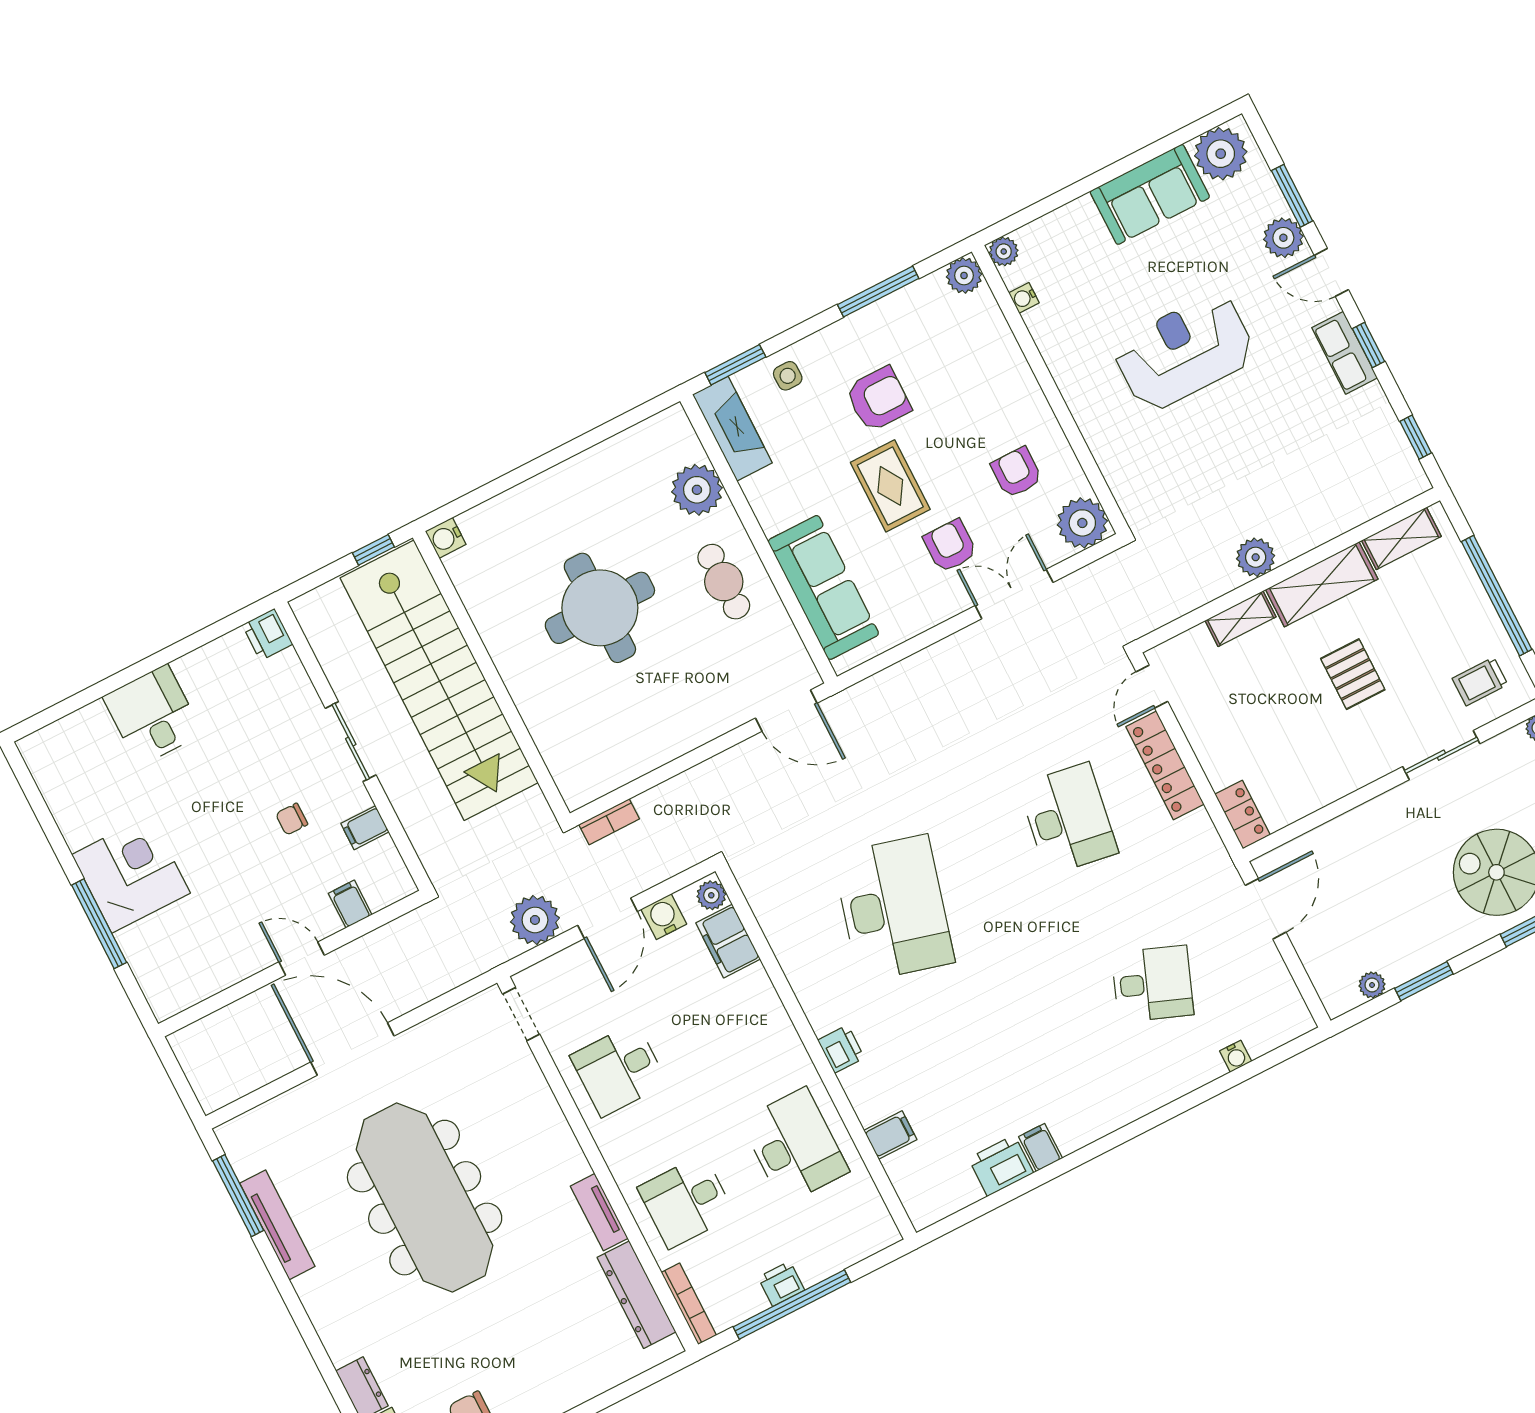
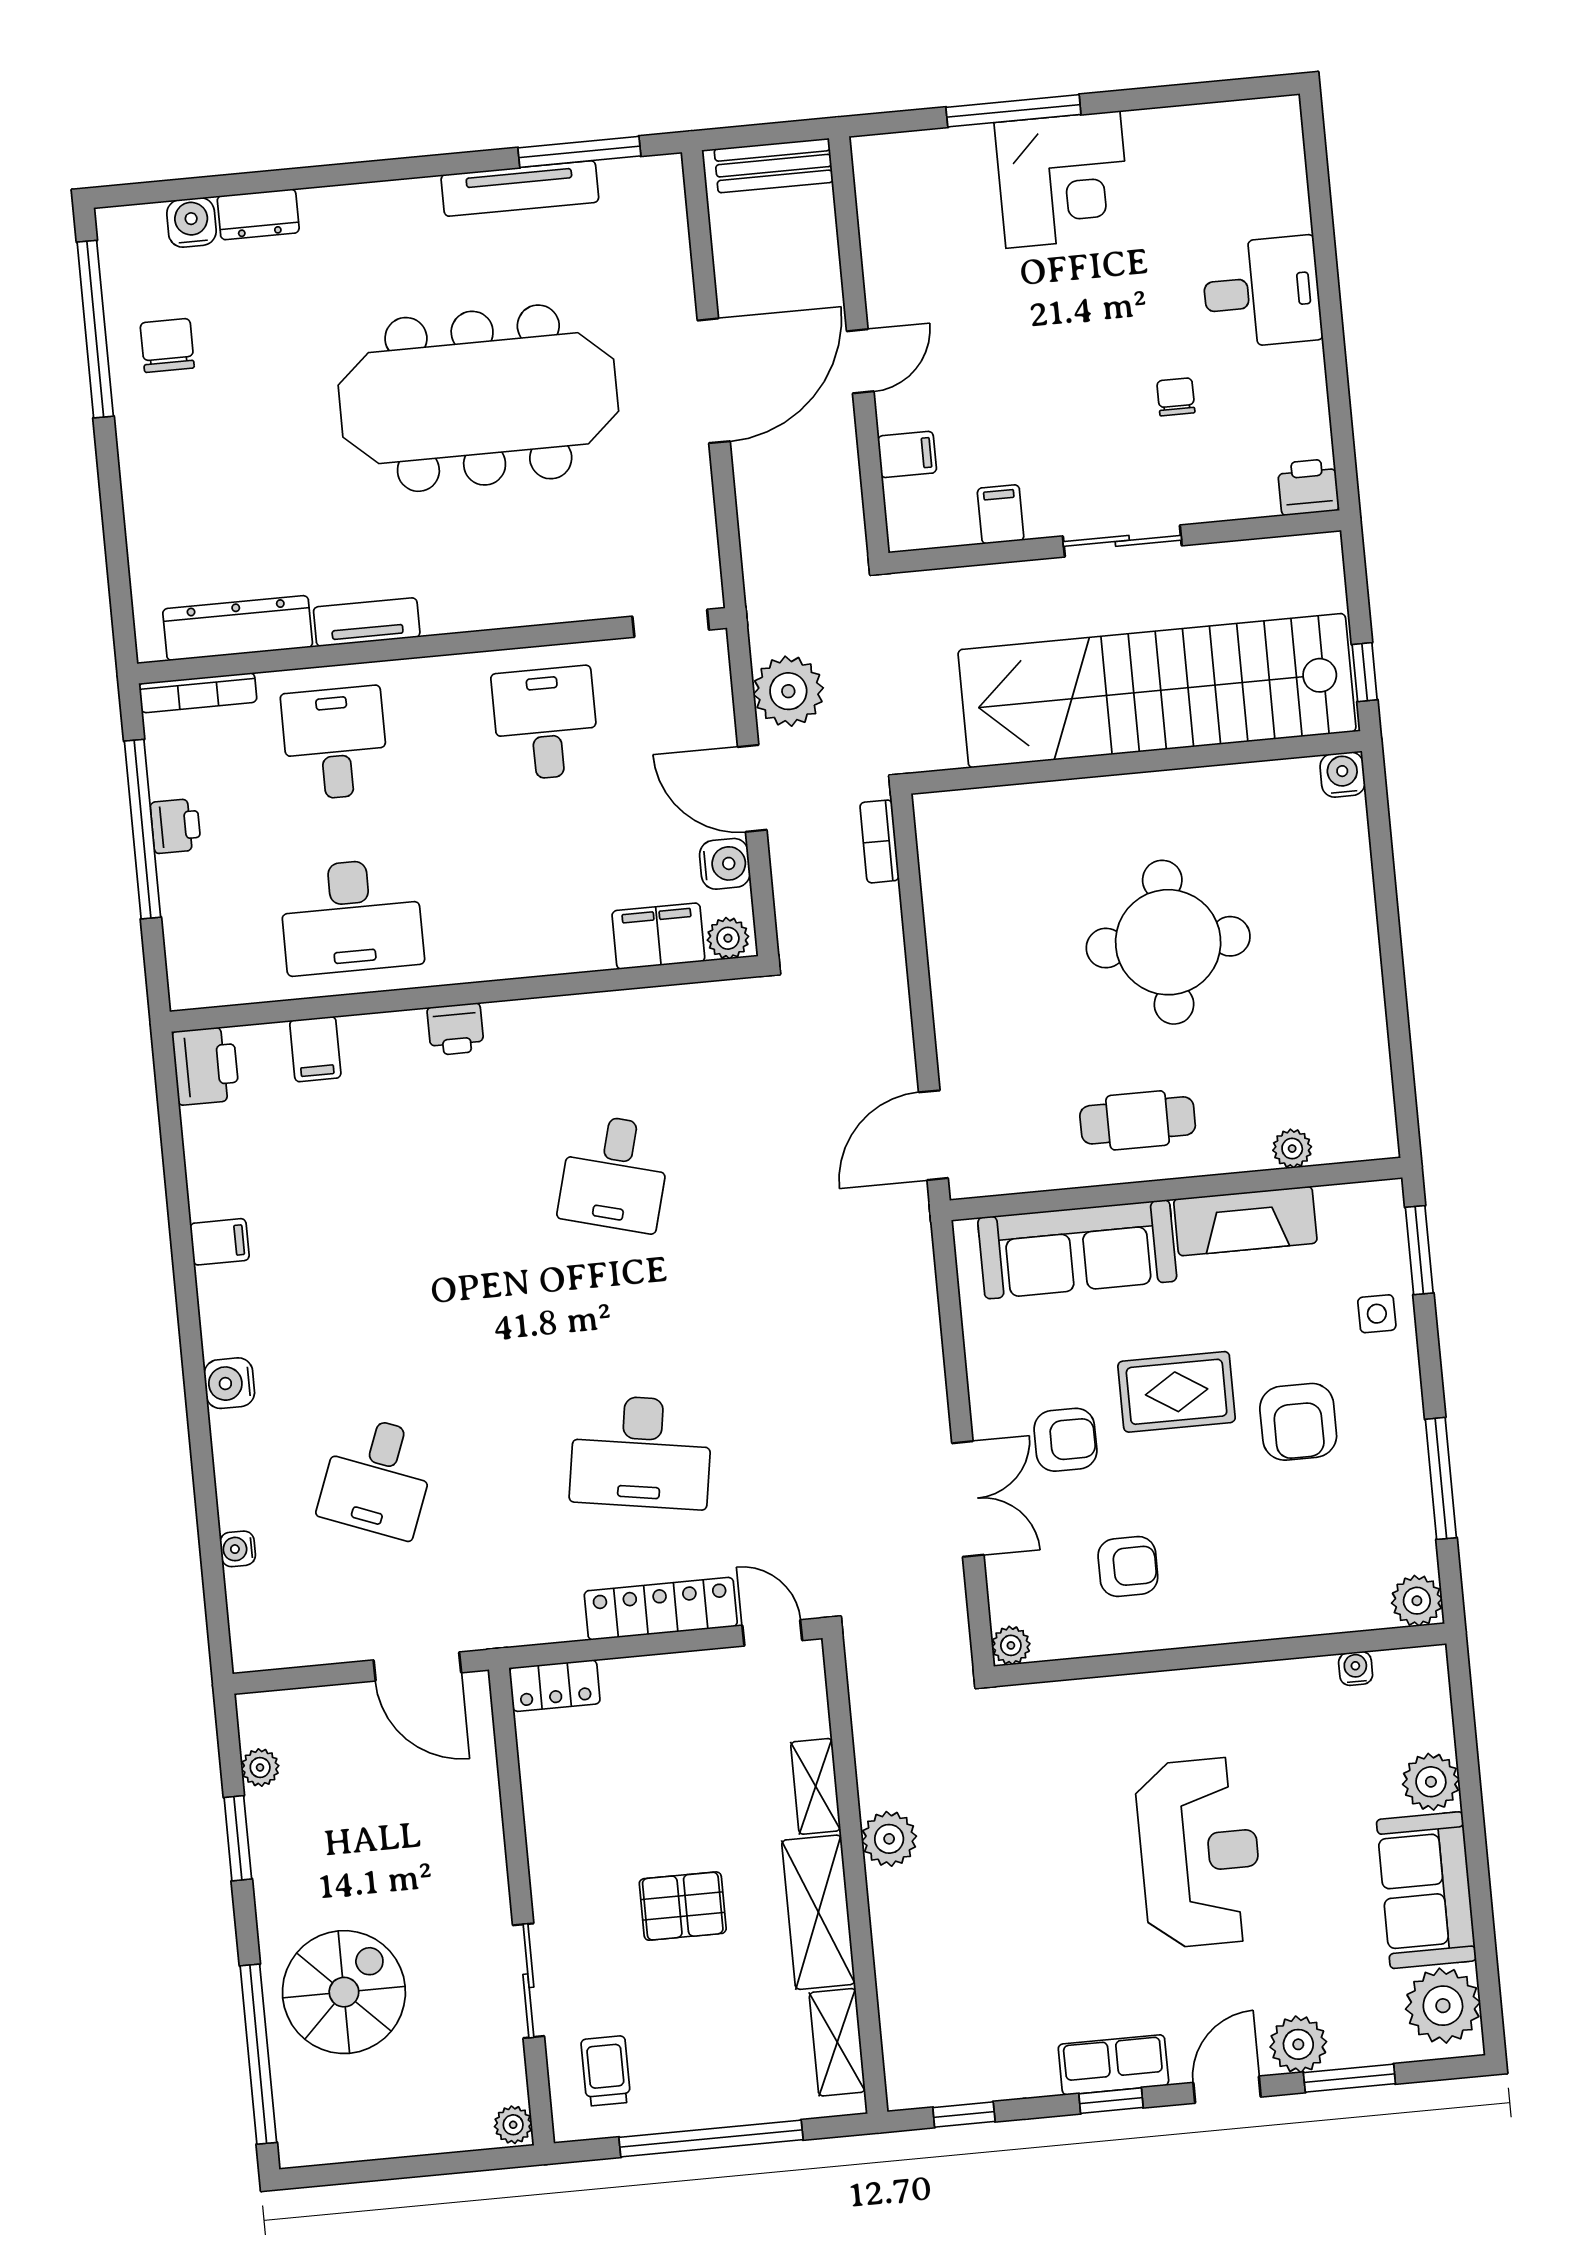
plant: (1004, 251) -> (1431, 1782), moved, width x1.38, depth x1.38
fireplace: (732, 429) -> (1245, 1221), moved
plant: (697, 490) -> (1292, 1149), width x0.53, depth x0.53
plant: (1082, 523) -> (1011, 1645), width x0.53, depth x0.53
chair: (292, 819) -> (1176, 397), moved
desk: (893, 908) -> (615, 1173), width x0.53, depth x0.77
bench: (197, 1066) -> (774, 166), added
water cooler: (1130, 1105) -> (229, 1383), added
printer: (1001, 1166) -> (206, 1066), moved

